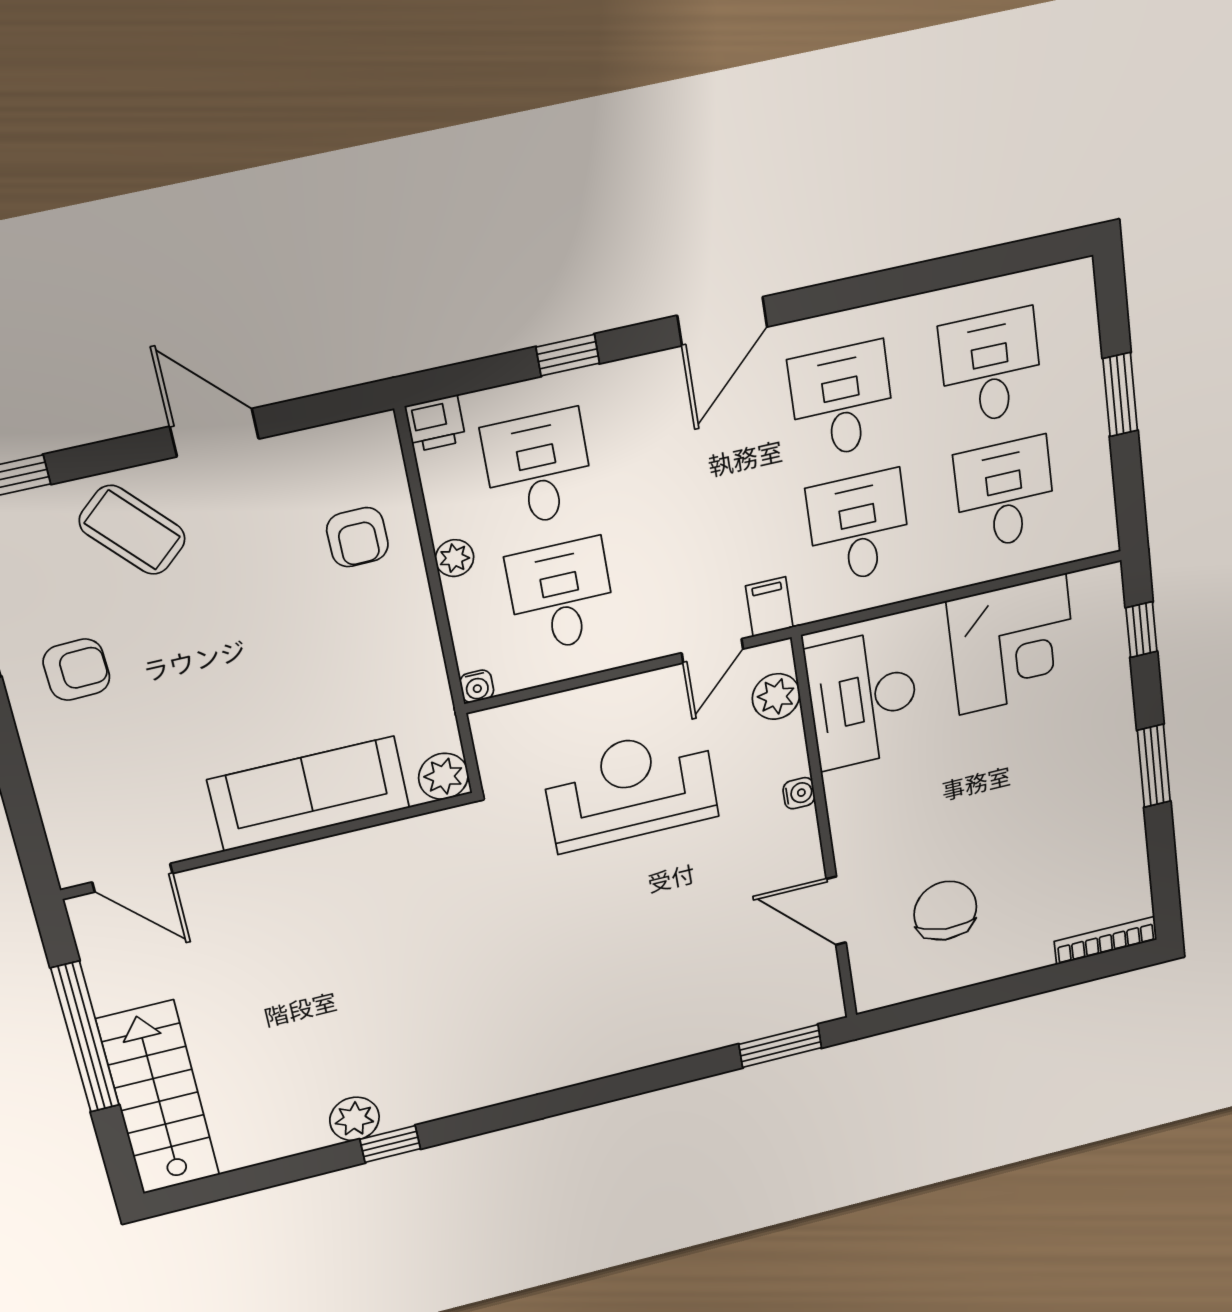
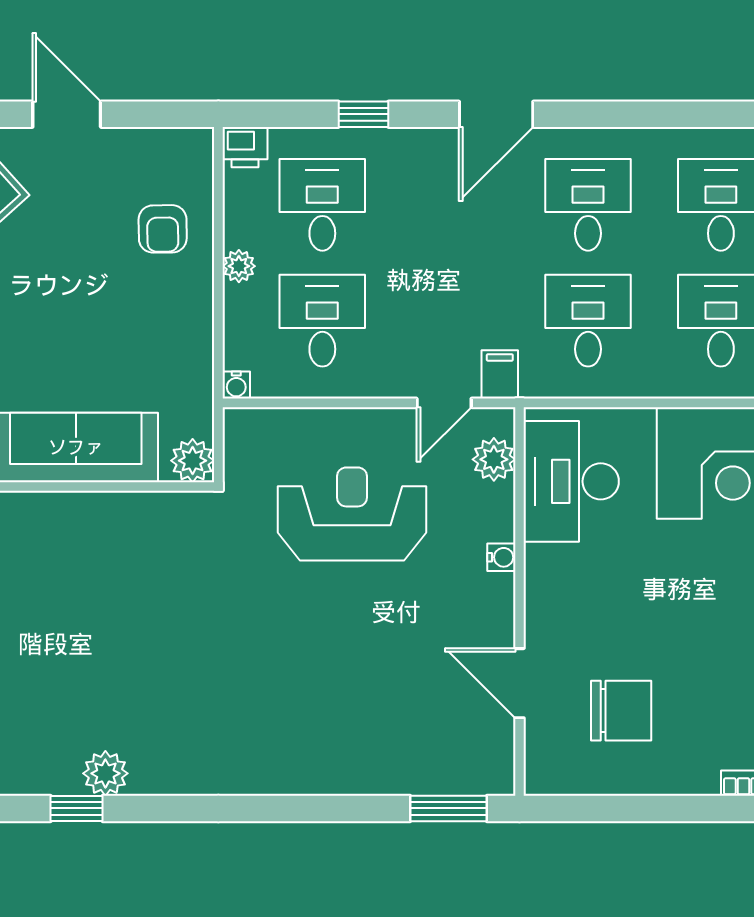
chair: (945, 911) -> (621, 711), turned 84
plant: (355, 1119) -> (105, 773), moved

